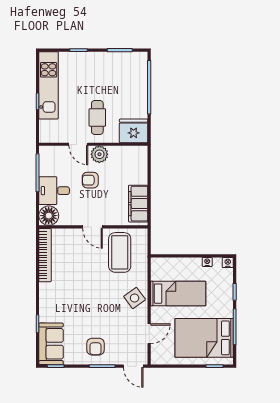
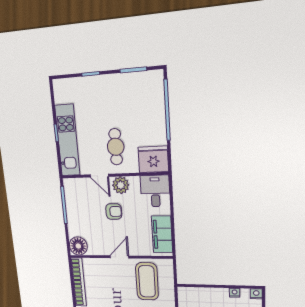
kitchen unit: (49, 85) -> (67, 140), moved
armchair: (90, 180) -> (114, 212), turned 180
desk: (54, 191) -> (155, 191), moved, turned 90
door: (92, 227) -> (119, 257), swing flipped

